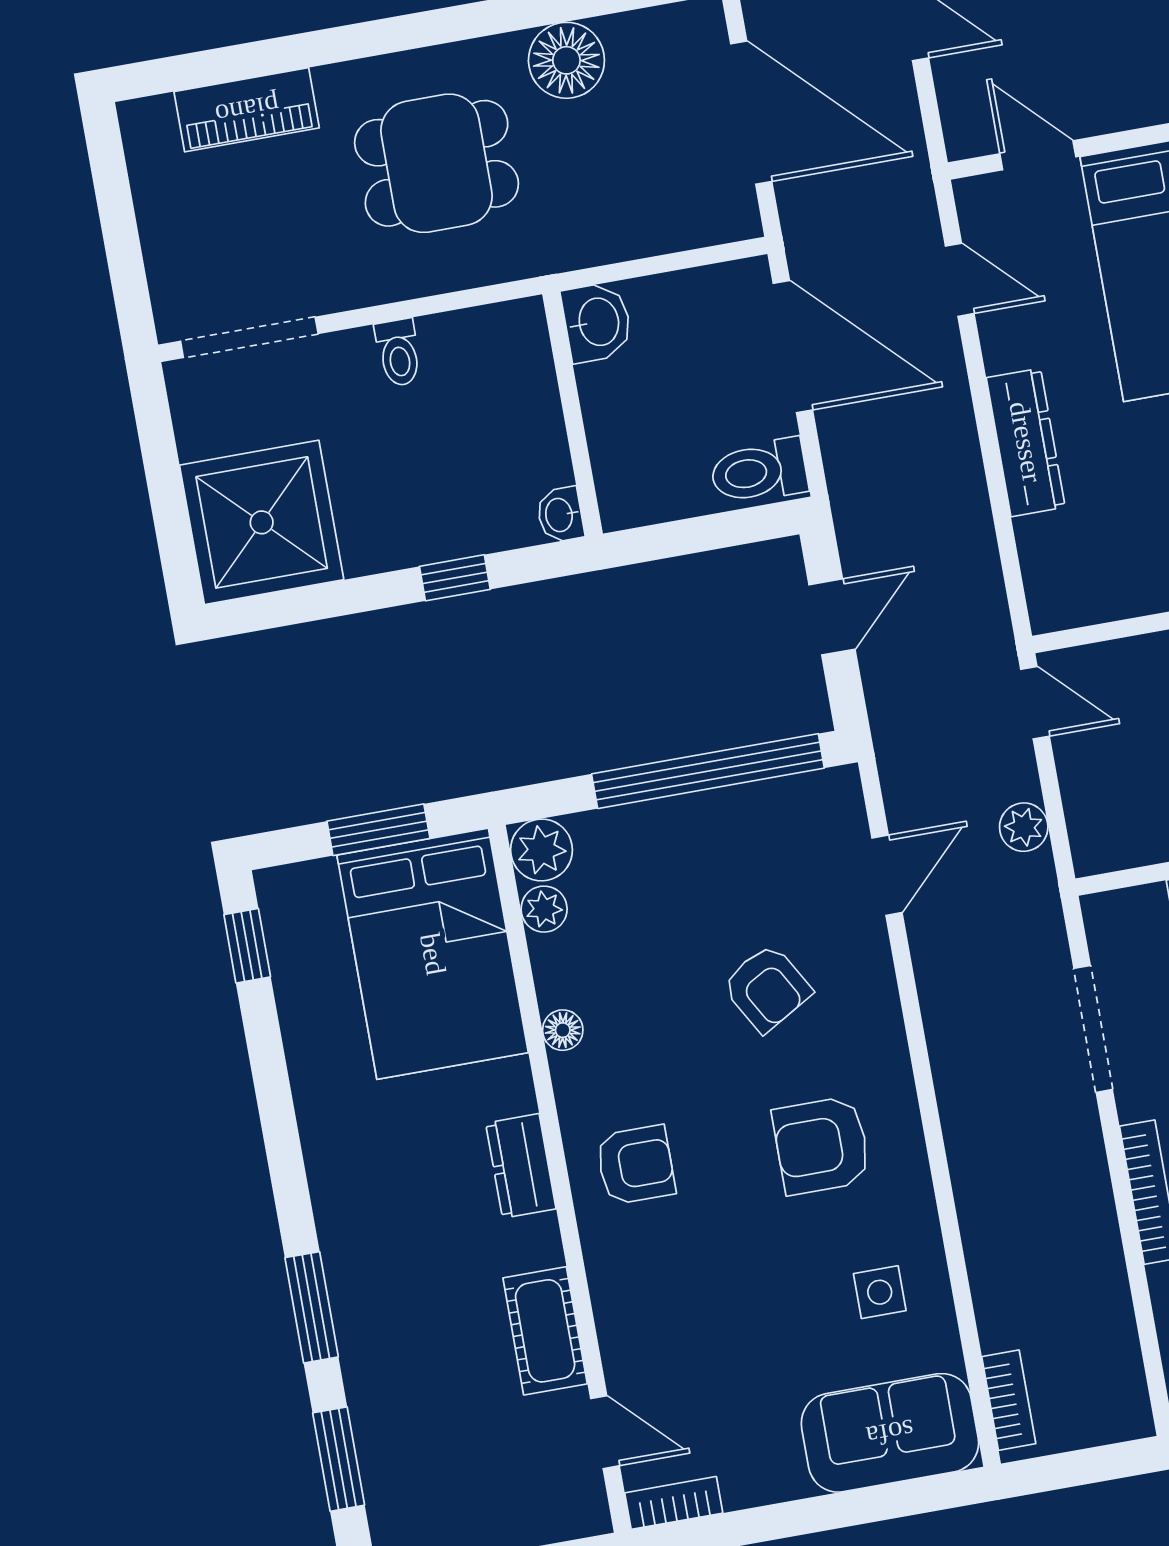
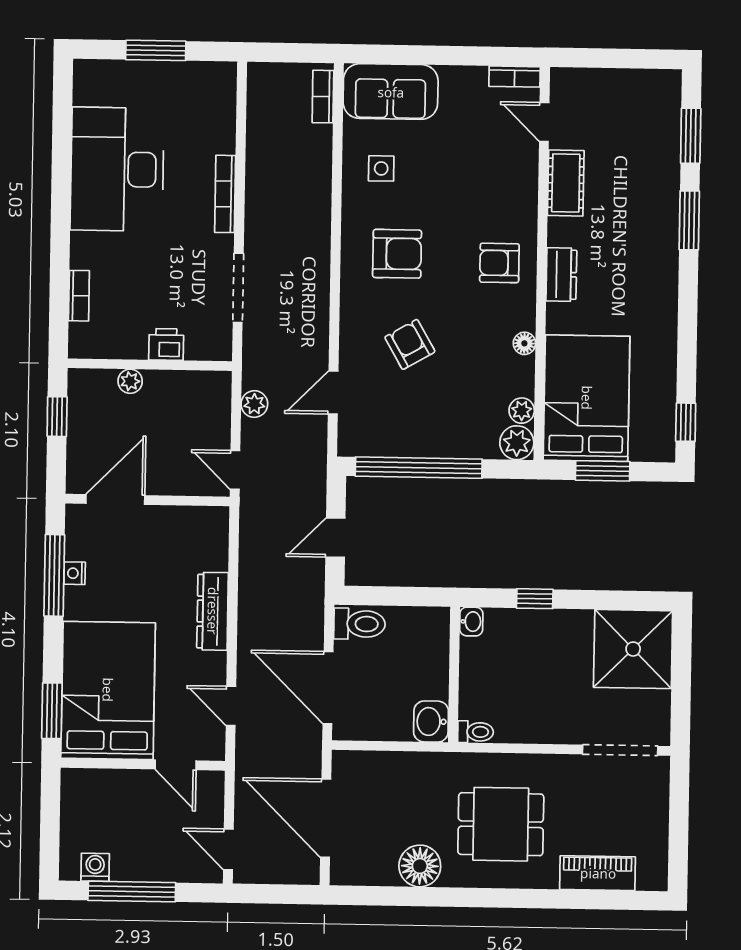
toilet: (398, 353) -> (476, 732), moved, turned 90

